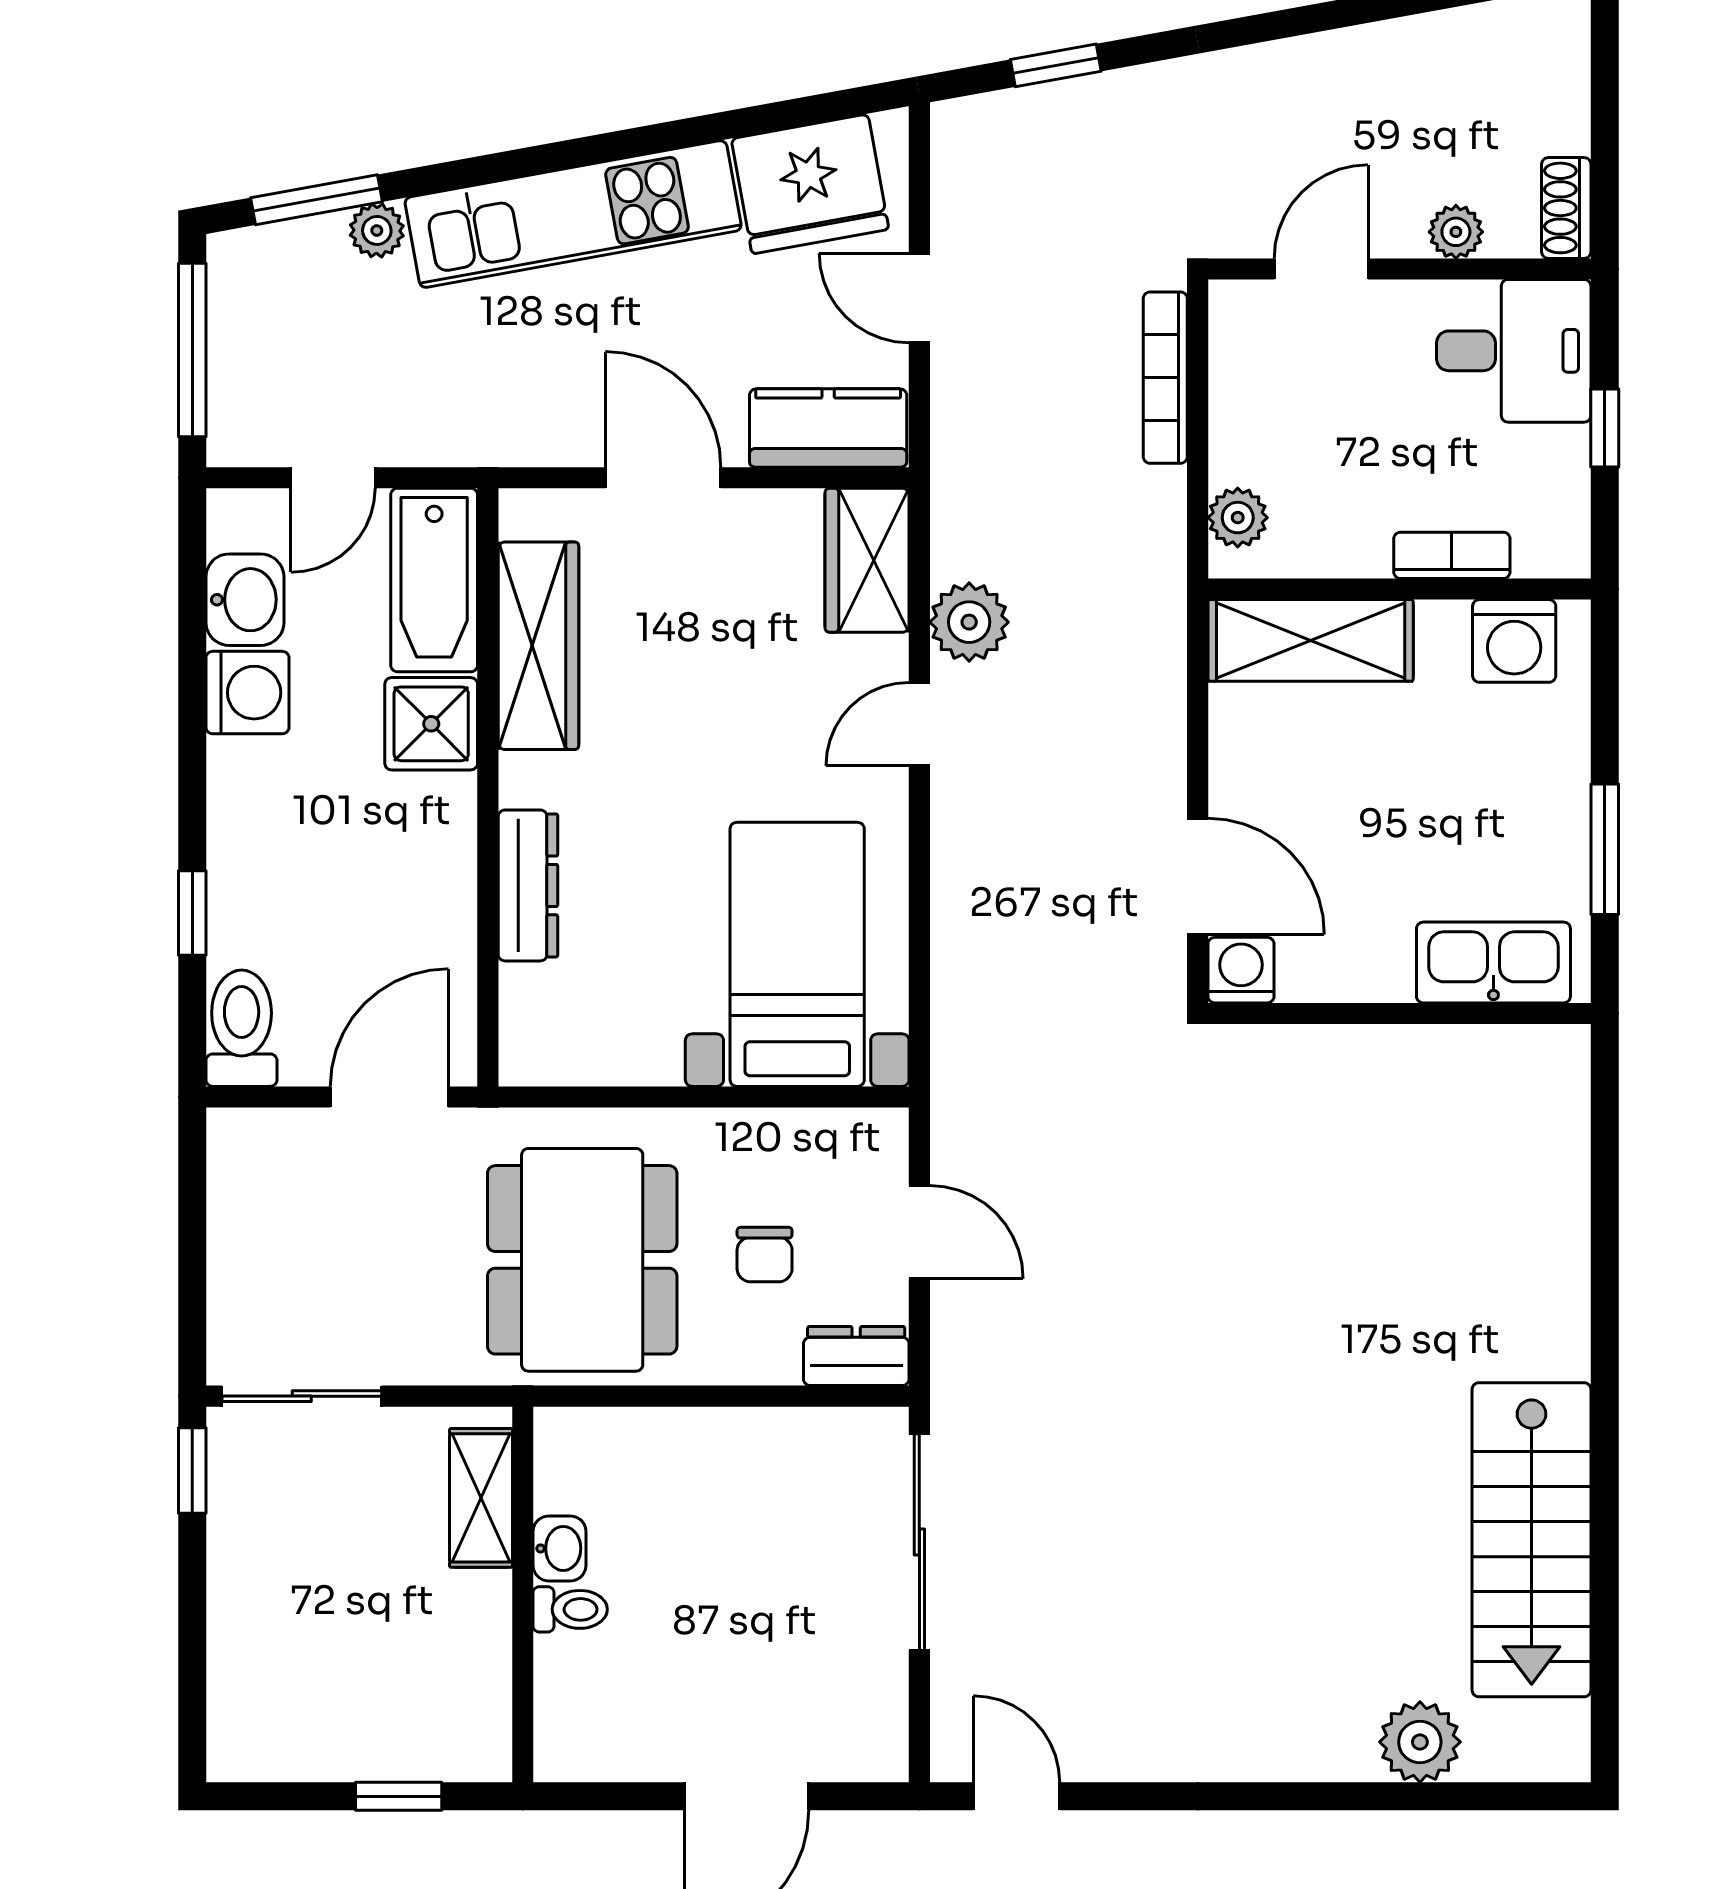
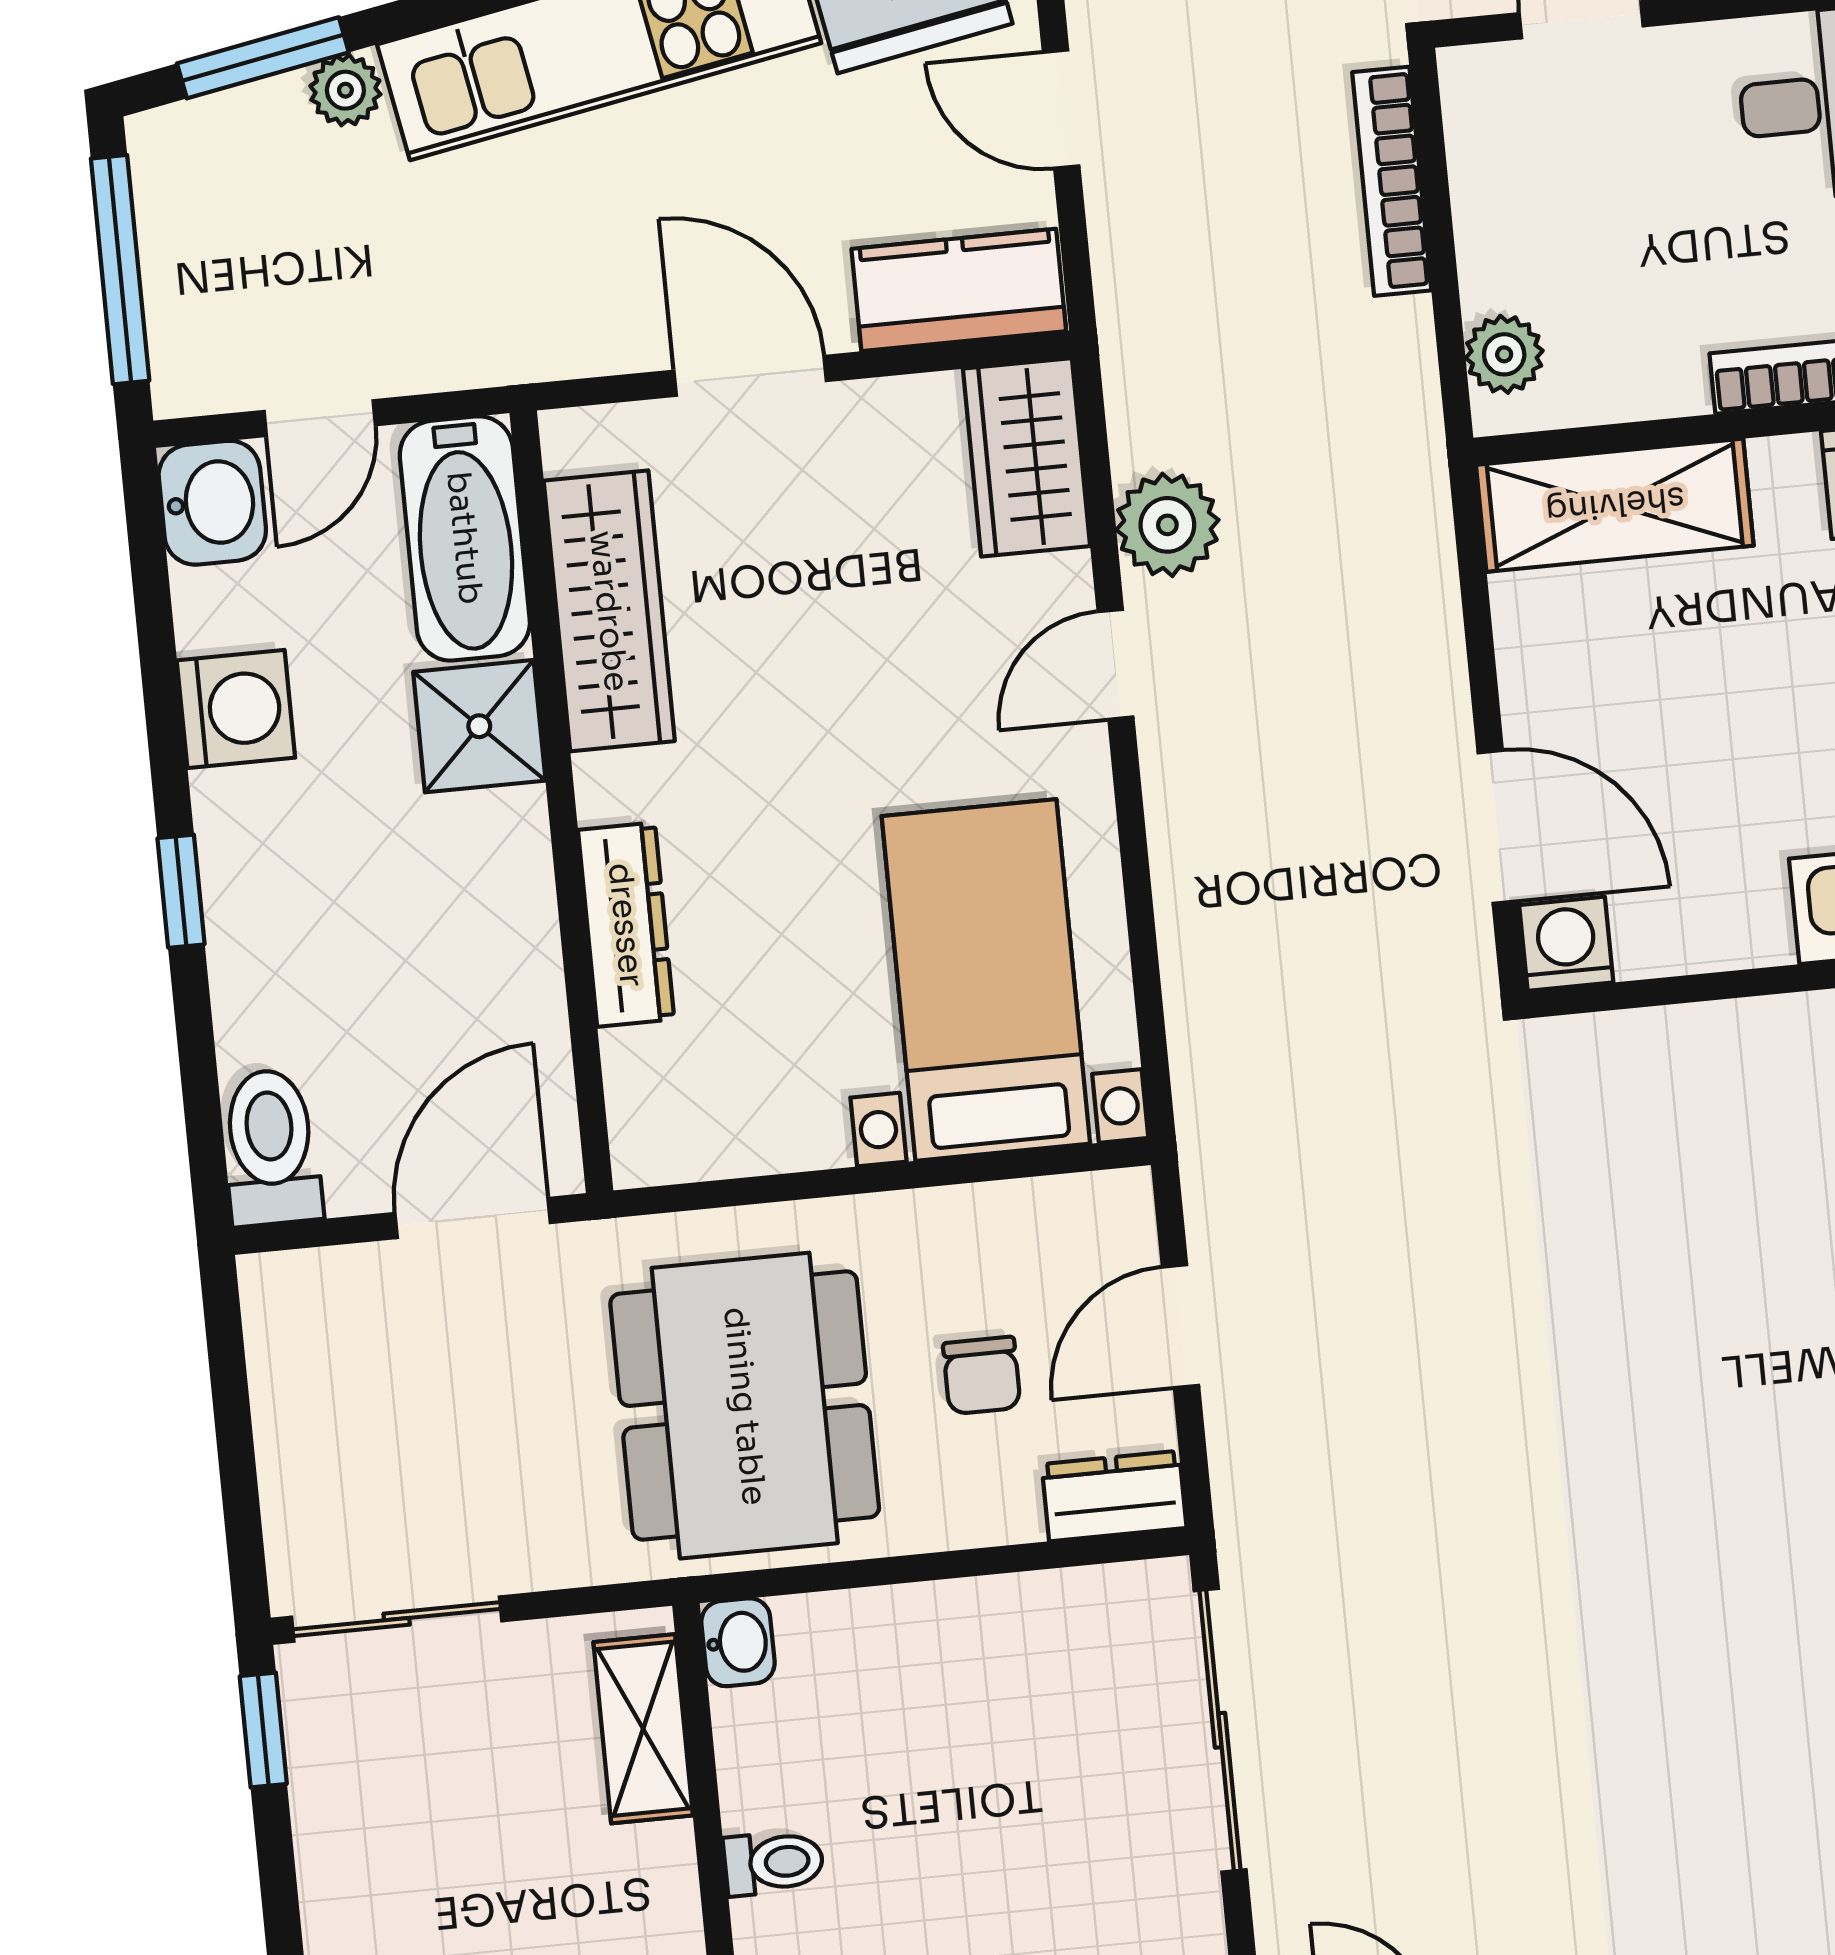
washbasin: (245, 600) -> (212, 503), moved
window: (192, 913) -> (181, 891), moved
door: (919, 1232) -> (1180, 1326), swing flipped
washbasin: (560, 1548) -> (738, 1642), moved

